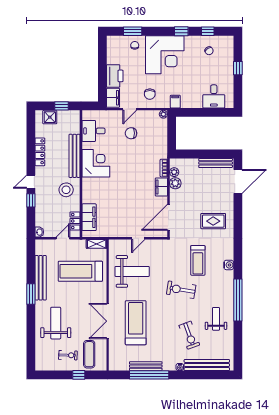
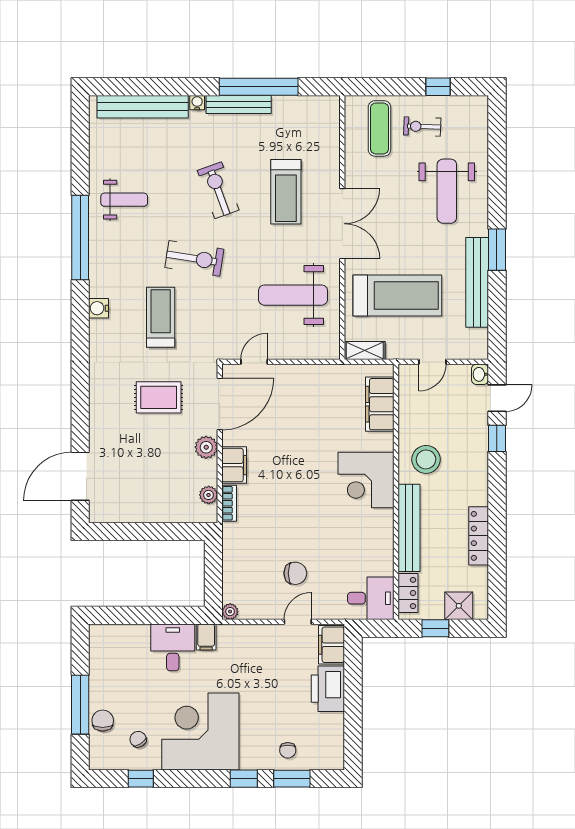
window: (181, 31) -> (244, 779), moved
corner desk: (165, 55) -> (200, 731), moved
window: (238, 68) -> (80, 705), width x2.17
chair: (150, 94) -> (103, 721), moved
desk: (214, 96) -> (173, 647), moved
desk: (94, 131) -> (371, 598), moved
corner desk: (96, 163) -> (366, 480), moved
bench: (216, 163) -> (125, 514), removed
door: (31, 182) -> (497, 398), moved
plant: (175, 183) -> (206, 447), moved
locker: (75, 221) -> (408, 593), moved
rug: (213, 221) -> (159, 397), moved
door: (138, 238) -> (254, 362), moved
weight bench: (216, 319) -> (124, 200), turned -90
double door: (108, 321) -> (342, 224), moved
treadmill: (136, 323) -> (286, 192), width x0.73, depth x0.73
exercise bike: (189, 335) -> (218, 190), moved
bench: (146, 366) -> (239, 105), moved
window: (79, 375) -> (438, 87), moved

